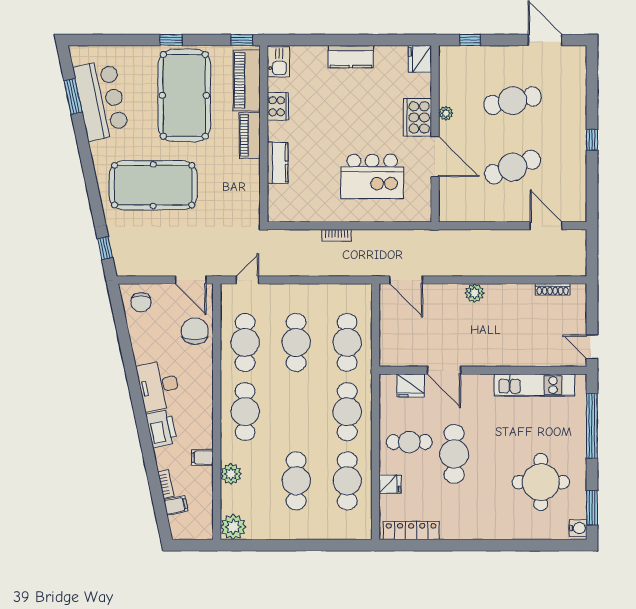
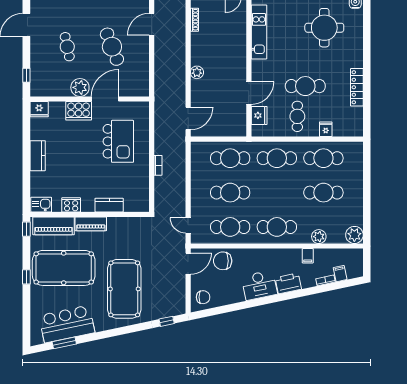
cafe table: (513, 101) -> (67, 47), width x0.73, depth x0.74
plant: (446, 113) -> (80, 87), width x1.88, depth x1.88
locker: (411, 530) -> (357, 87), moved

